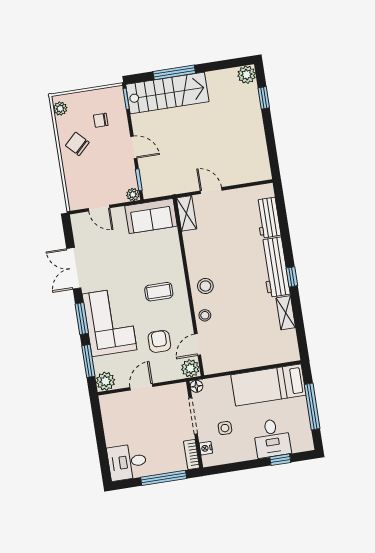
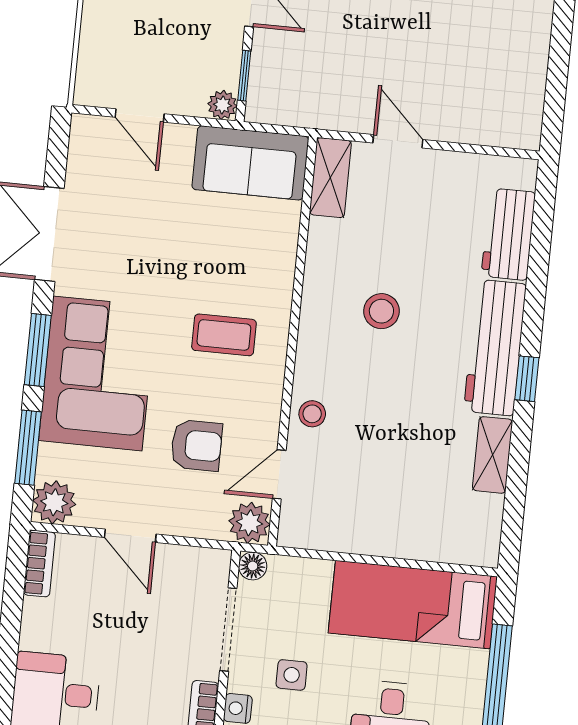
stool: (205, 286) -> (381, 311), moved
armchair: (159, 341) -> (196, 445), turned 90
door: (141, 387) -> (130, 536), swing flipped
bookcase: (106, 409) -> (39, 564), added

